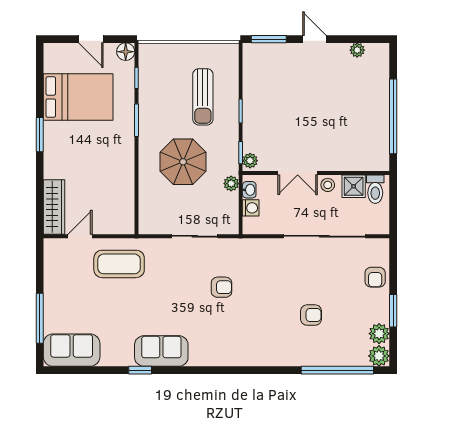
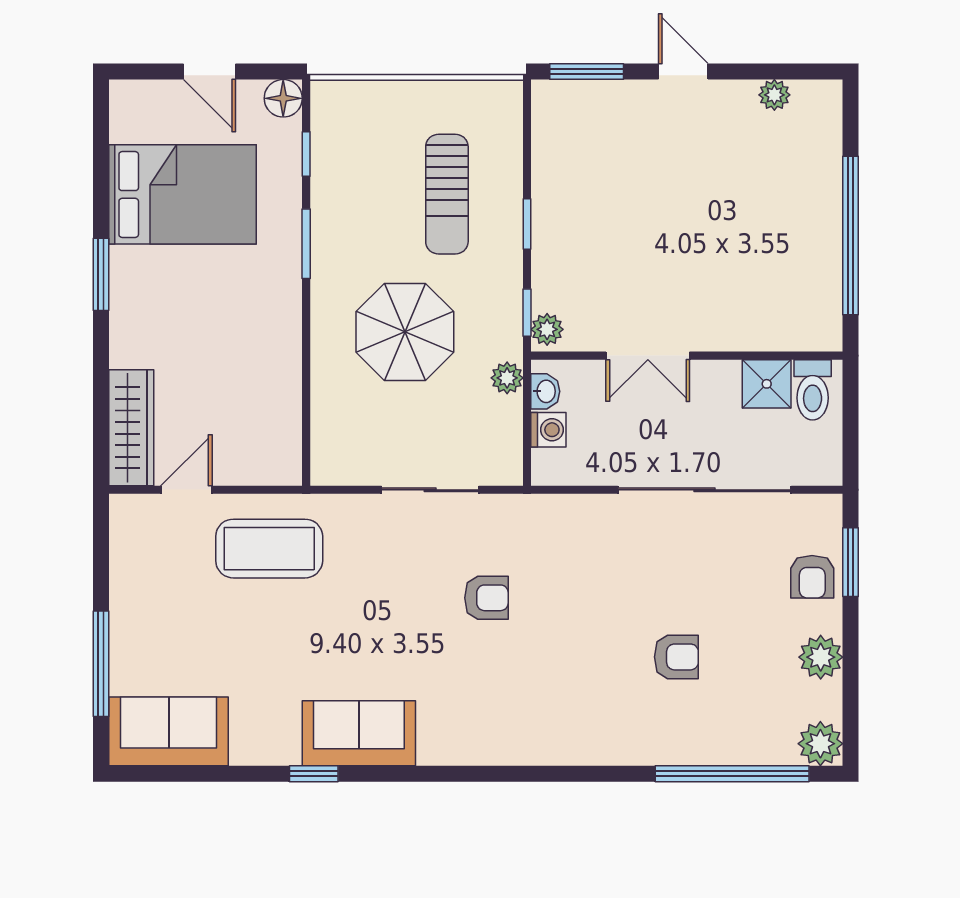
stool: (328, 185) -> (712, 381), removed
window: (393, 311) -> (851, 562), moved
plant: (379, 334) -> (821, 657), moved

